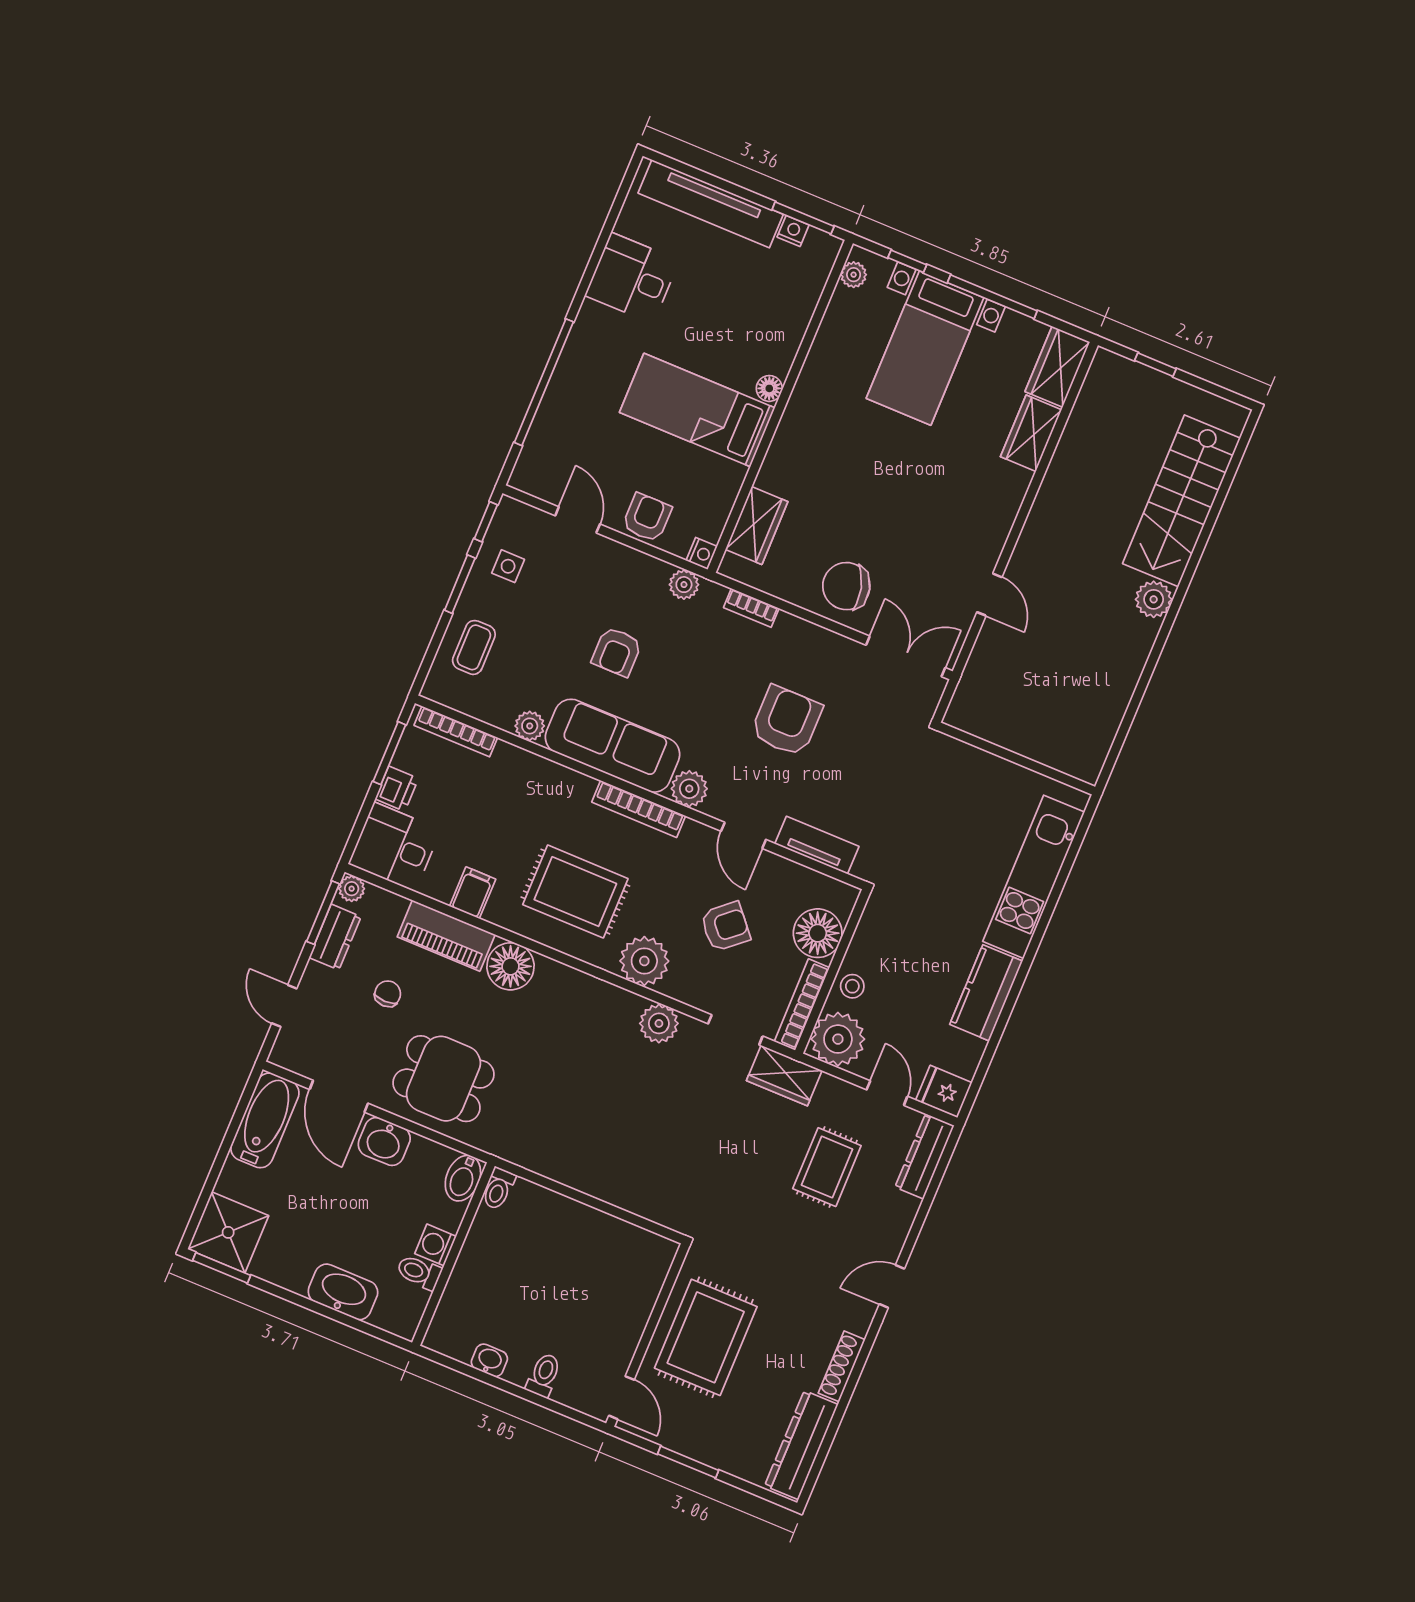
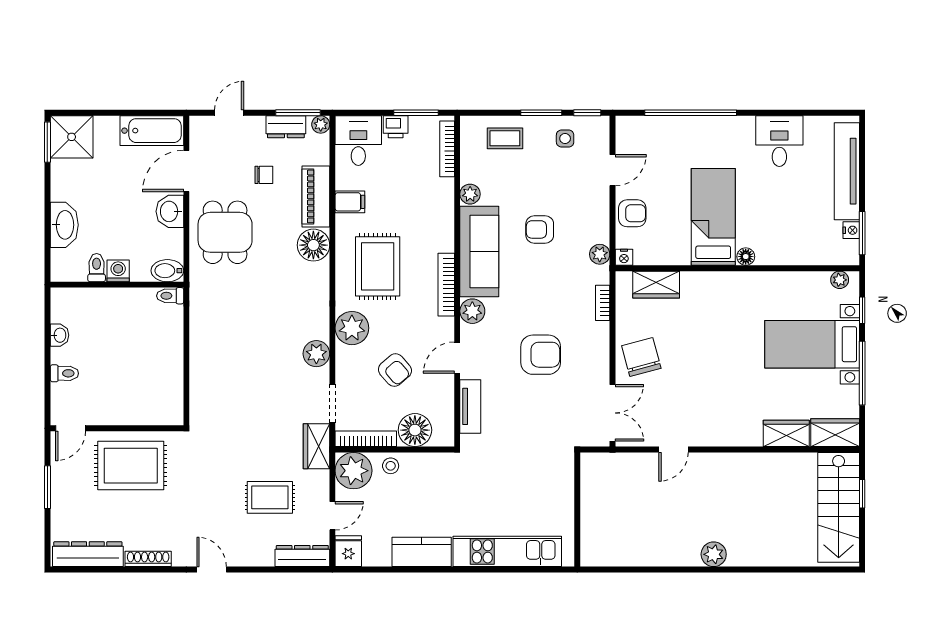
stairs: (1181, 501) -> (839, 507), moved, turned -90

